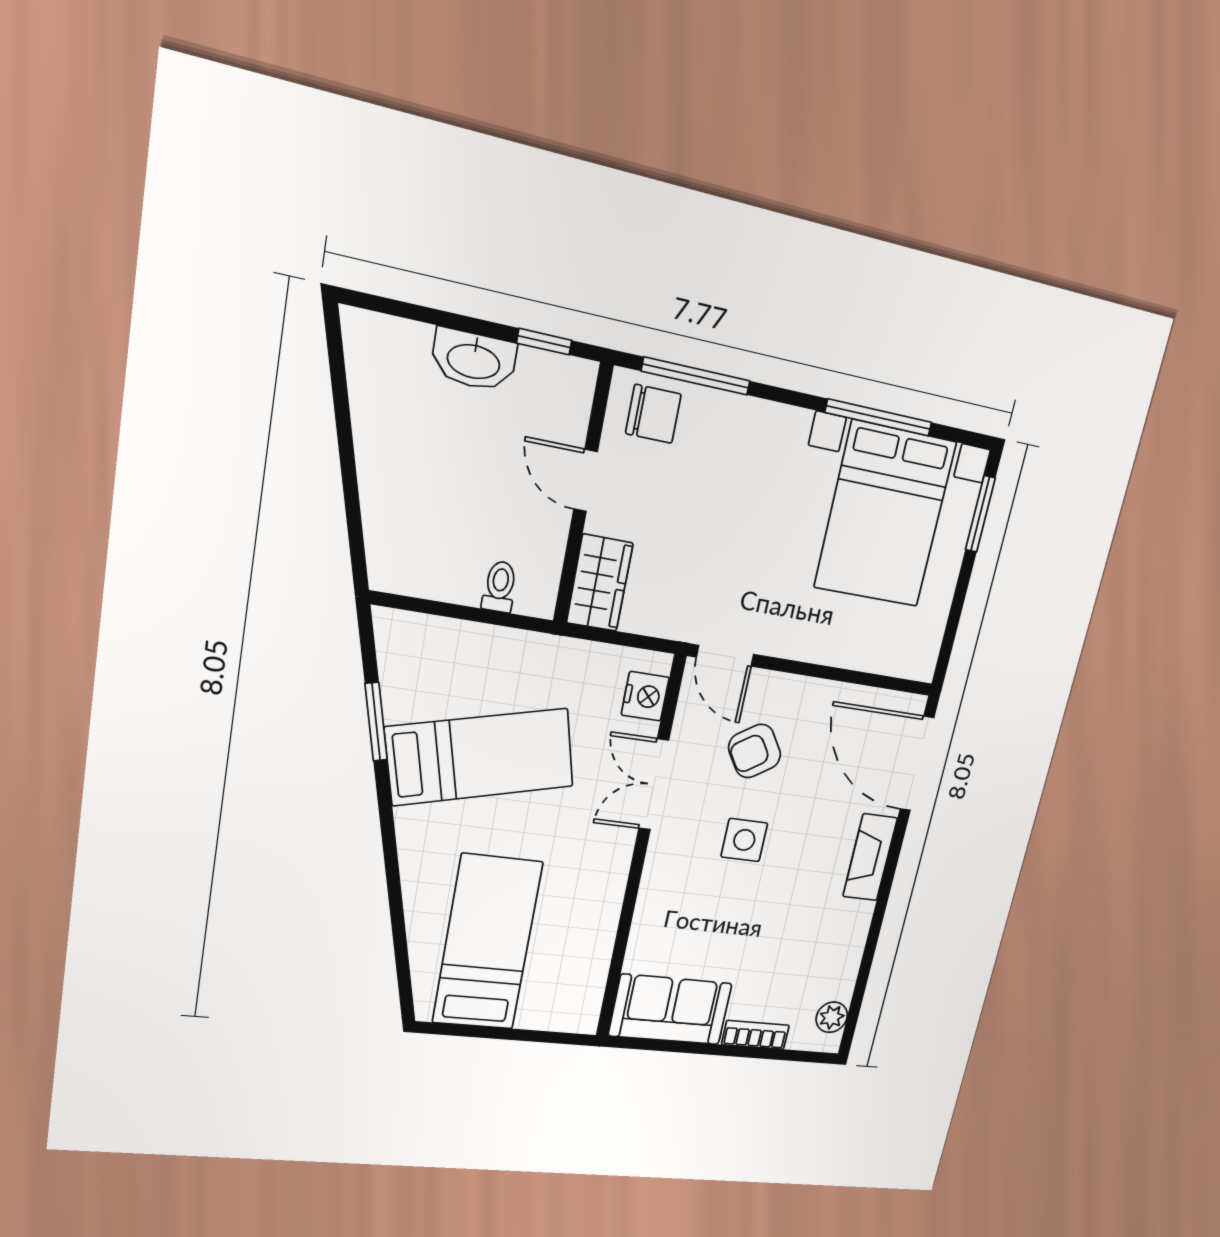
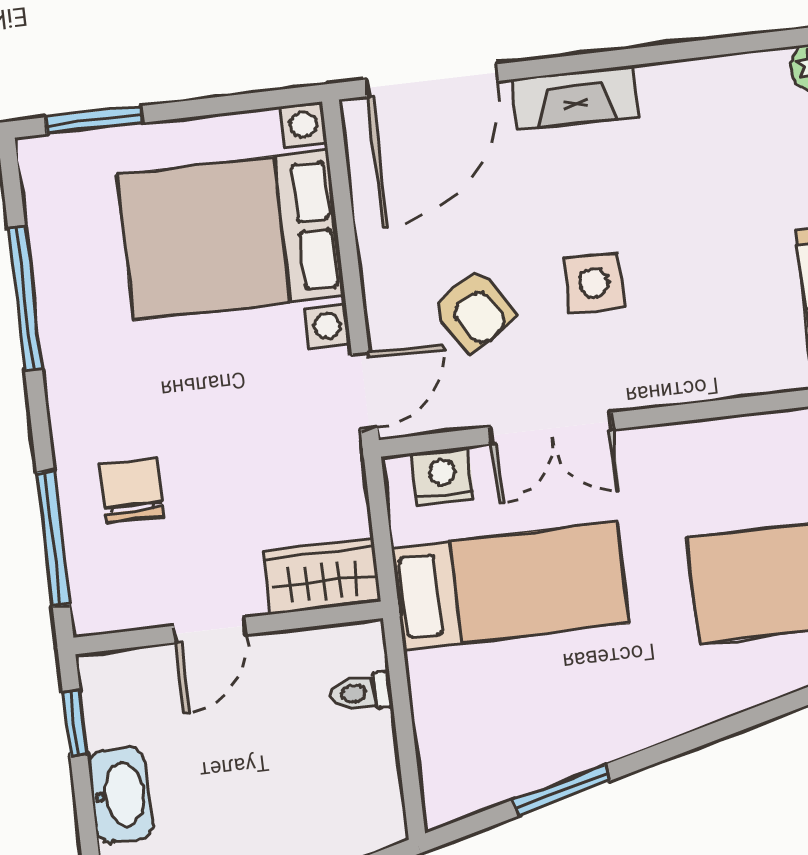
chair: (653, 414) -> (131, 490), moved
bed with nightstands: (885, 515) -> (231, 235), moved, turned 180
bed: (480, 757) -> (510, 586), moved, turned 104

